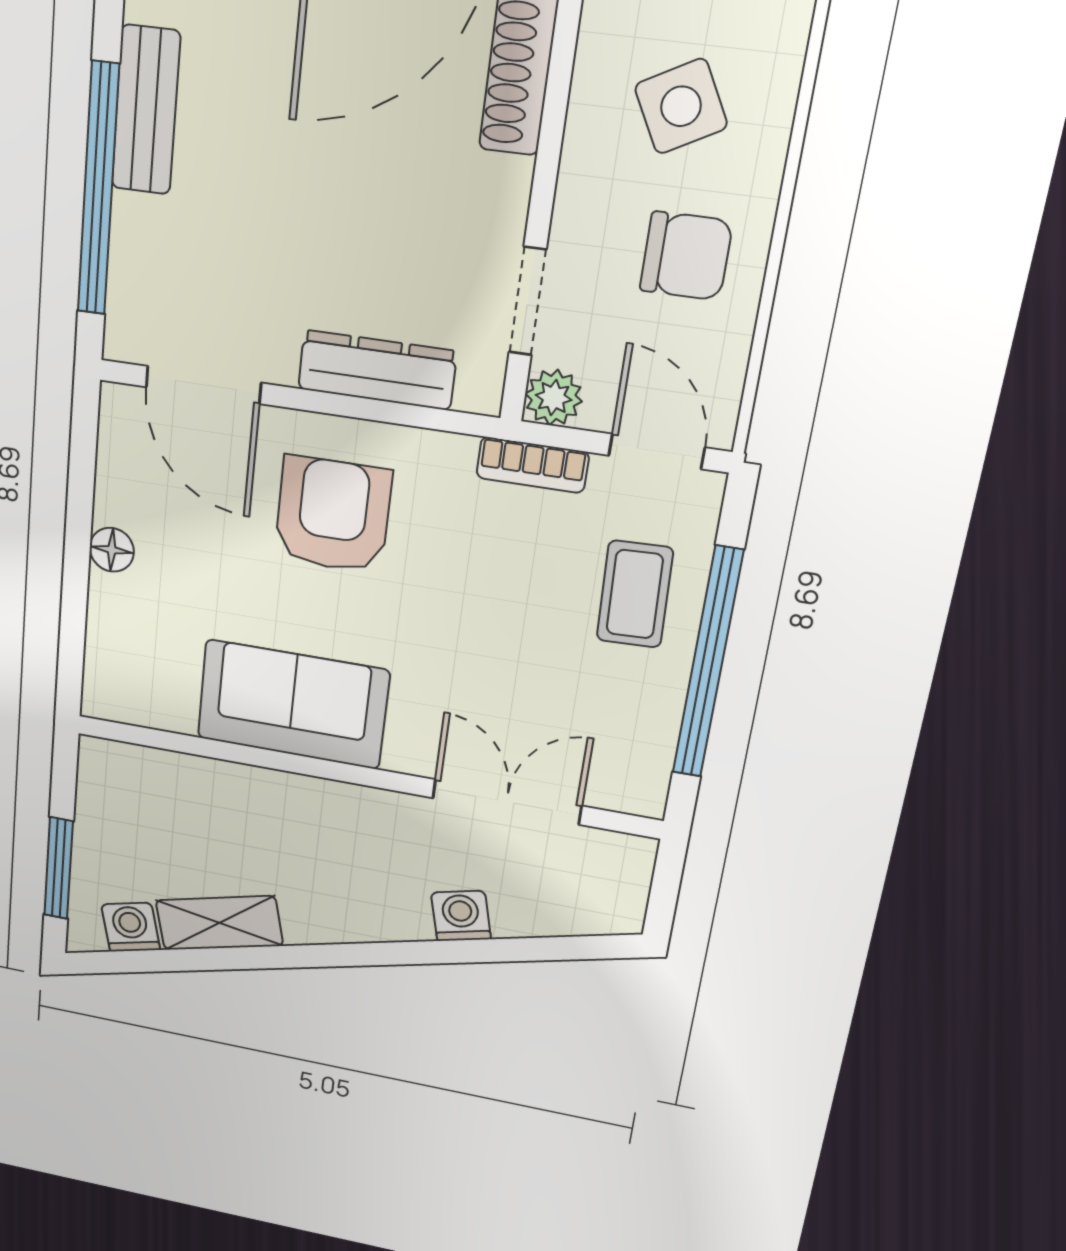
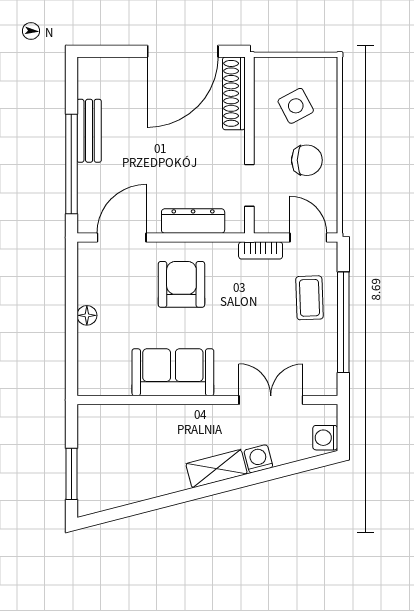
door: (203, 385) -> (122, 238), swing flipped
plant: (554, 398) -> (265, 222), removed
shelving: (219, 923) -> (217, 469), moved
washing machine: (131, 927) -> (325, 438), moved, turned -76

